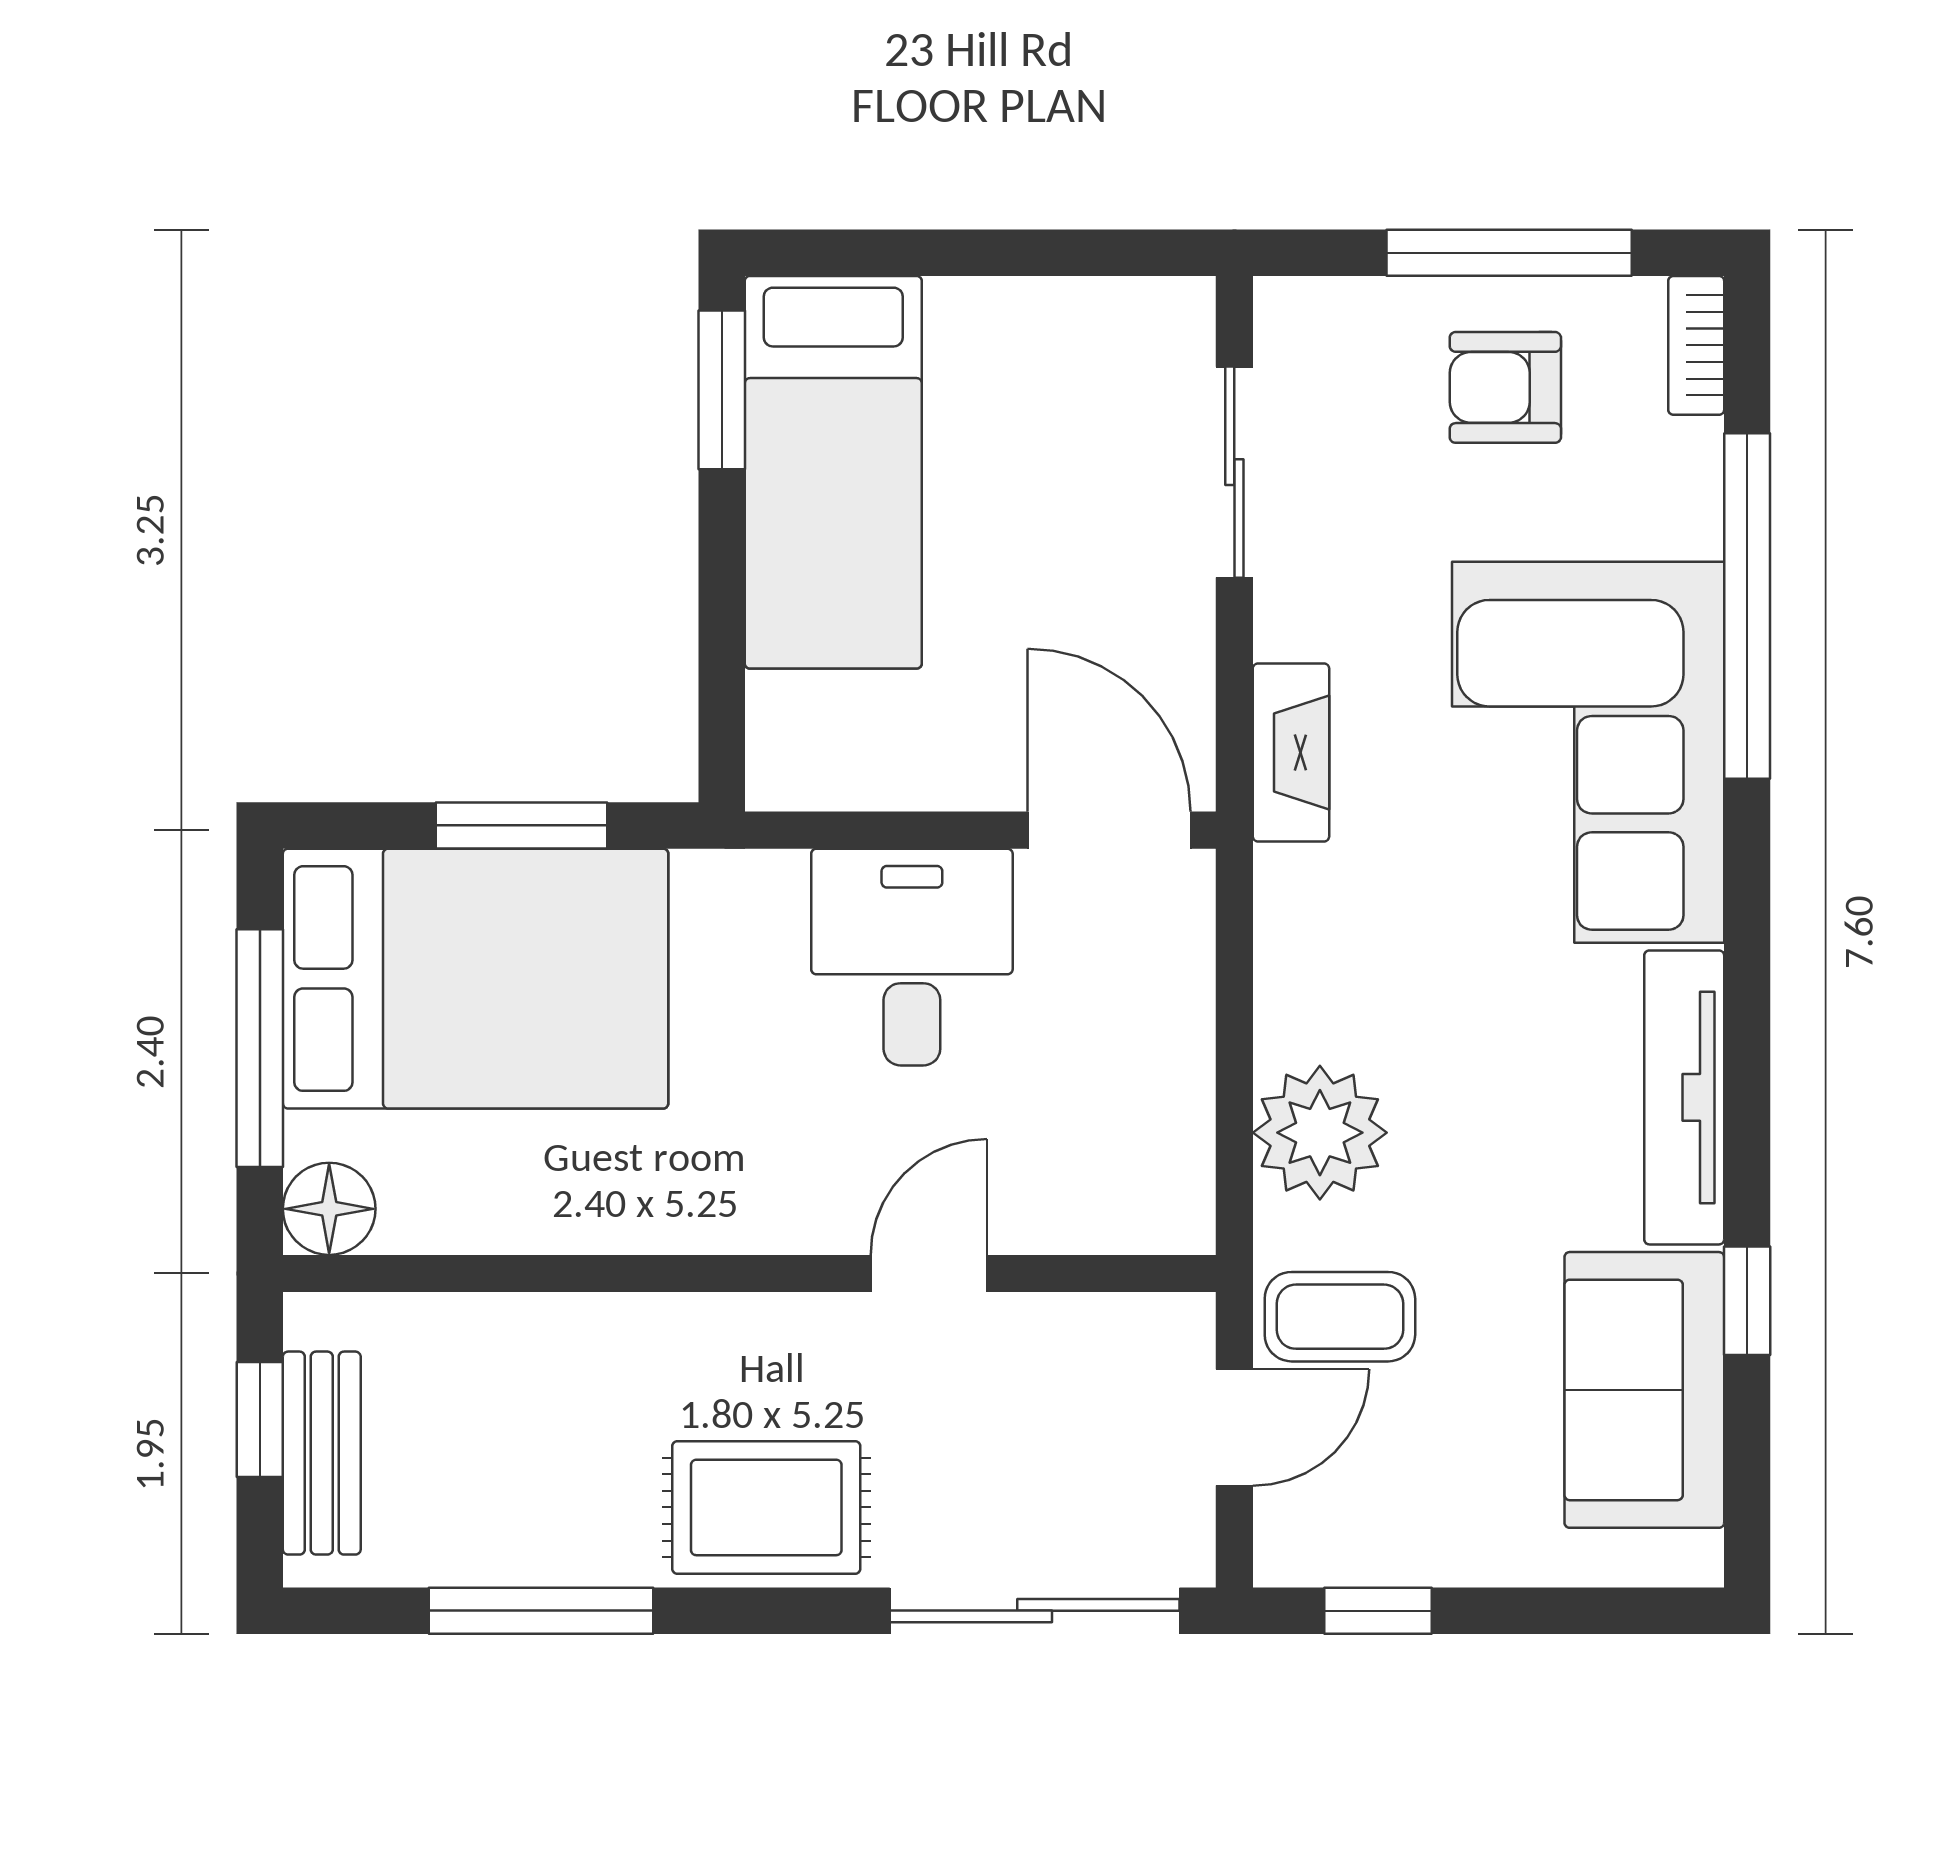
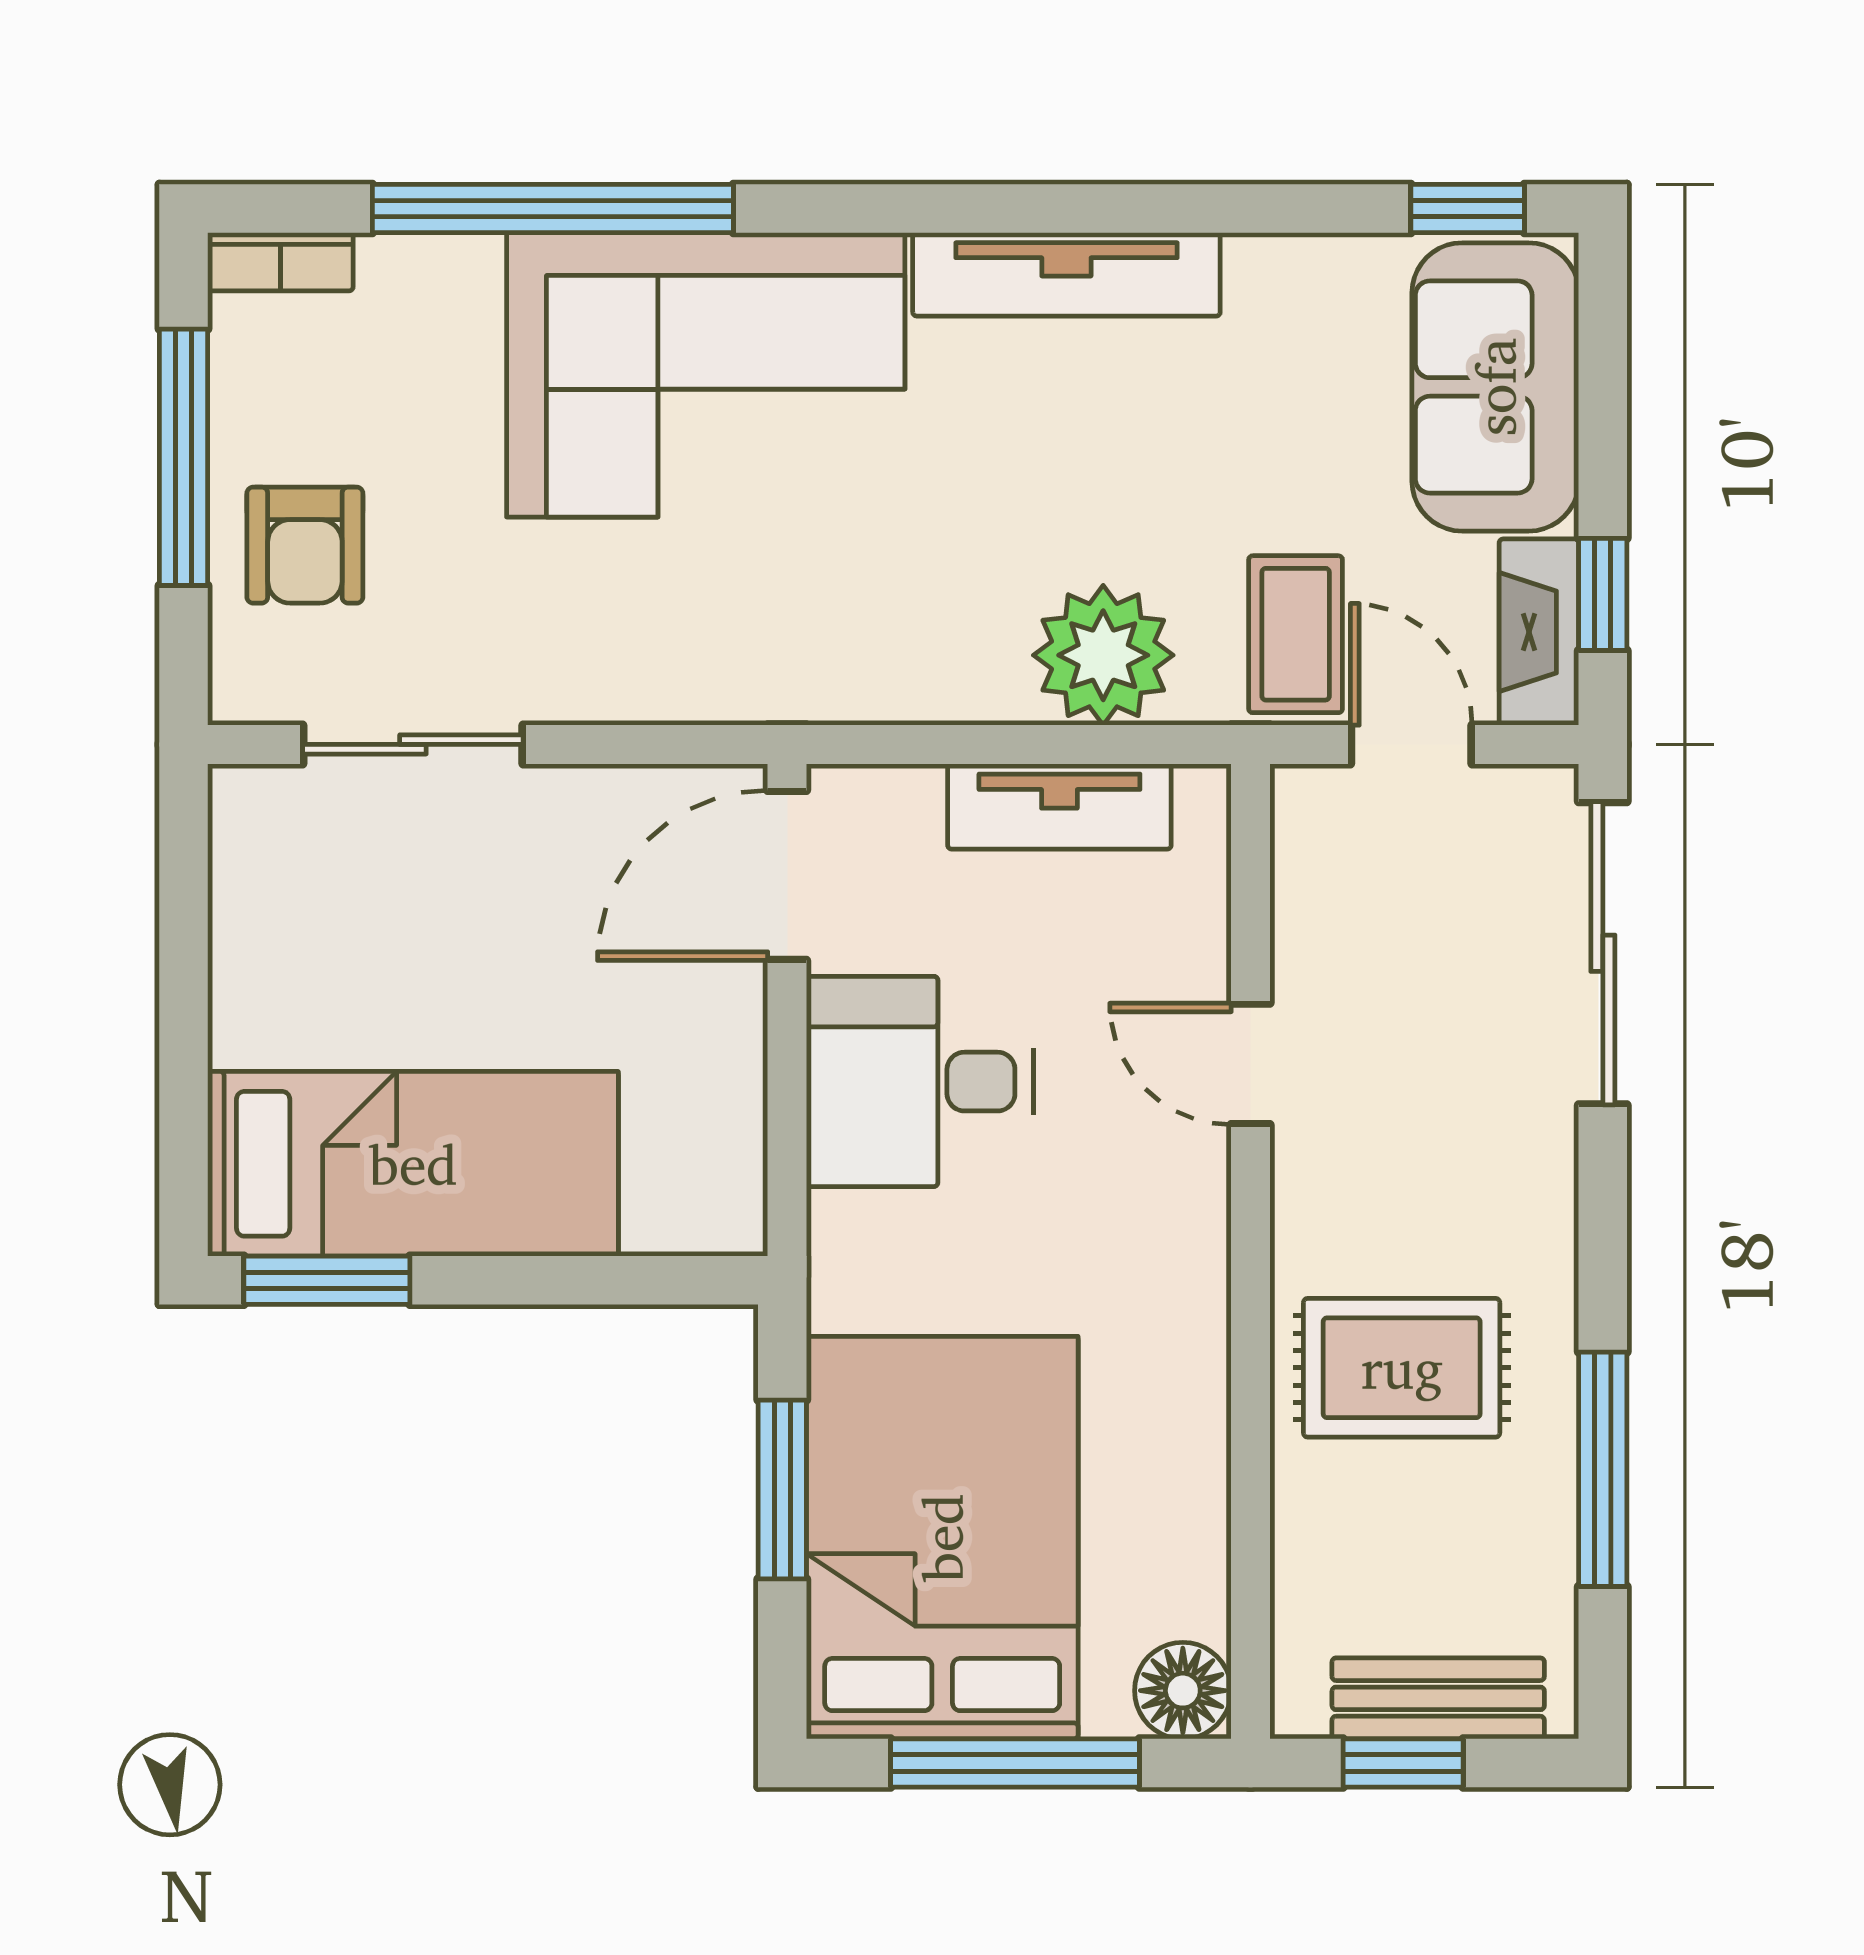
armchair: (1505, 387) -> (305, 545), moved
fireplace: (1291, 752) -> (1539, 632), moved, turned -90
tv unit: (1175, 1091) -> (1059, 806), added
window: (1747, 1301) -> (1468, 209), moved
sofa: (1644, 1390) -> (1495, 387), moved, turned 90
rug: (766, 1507) -> (1402, 1368), moved, turned 90

